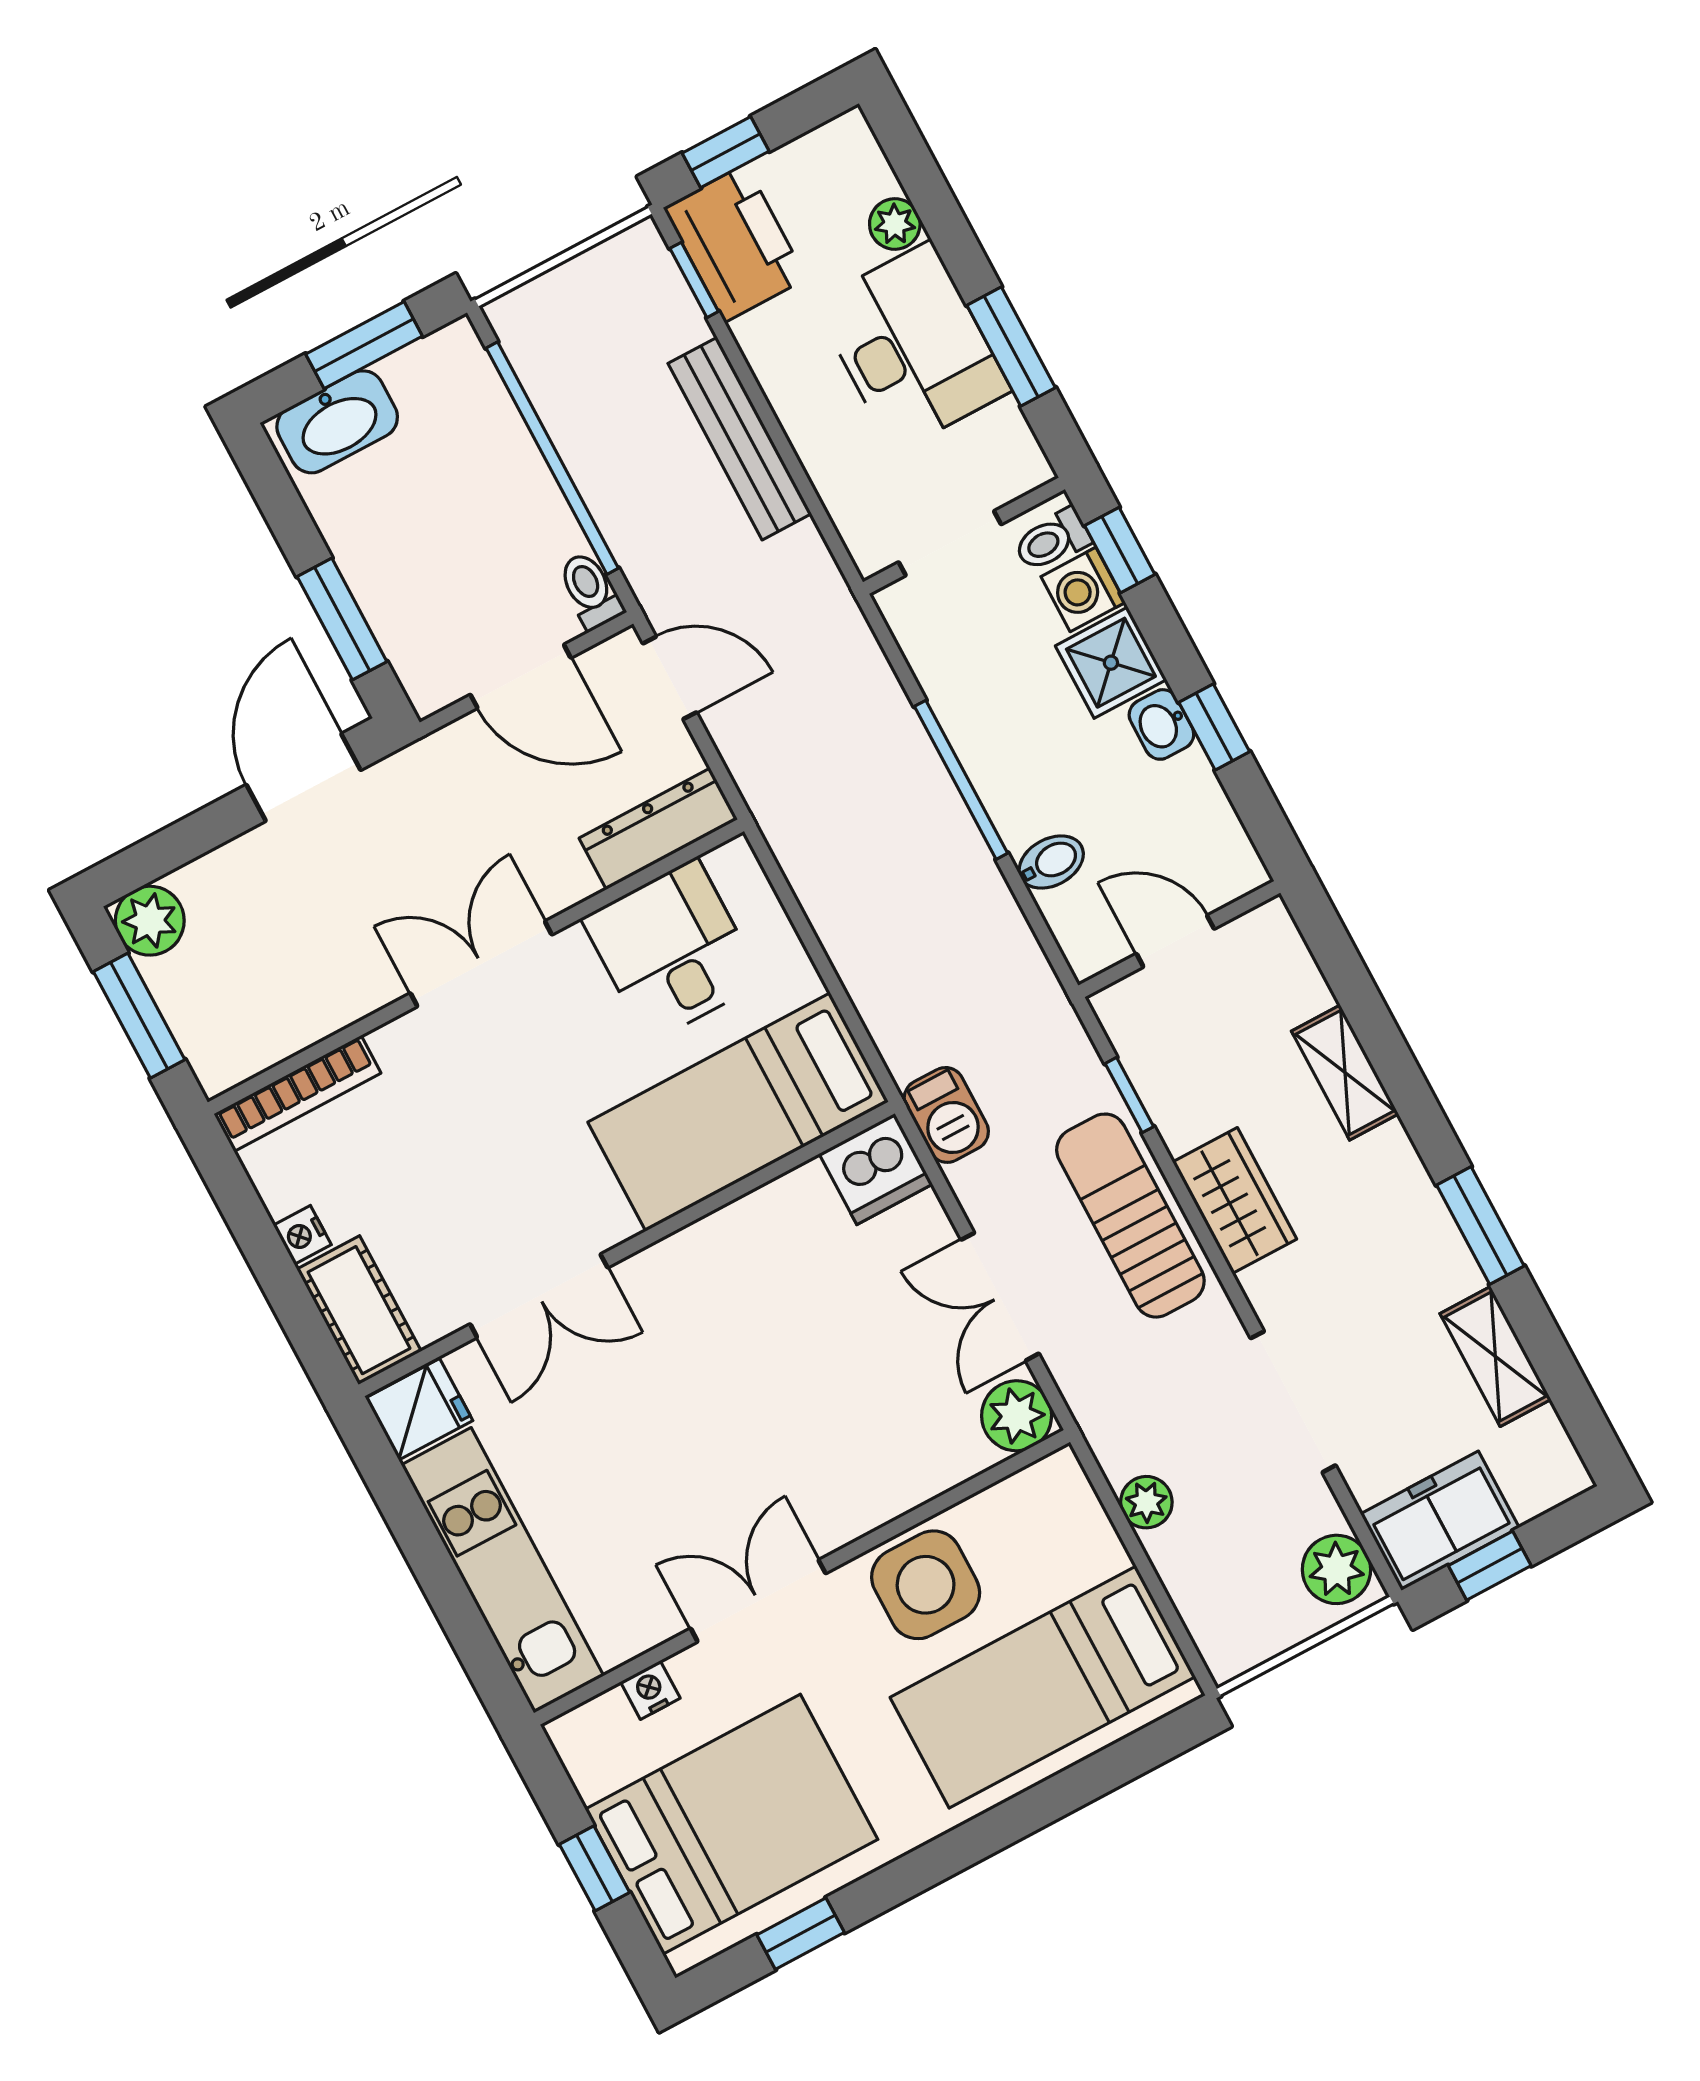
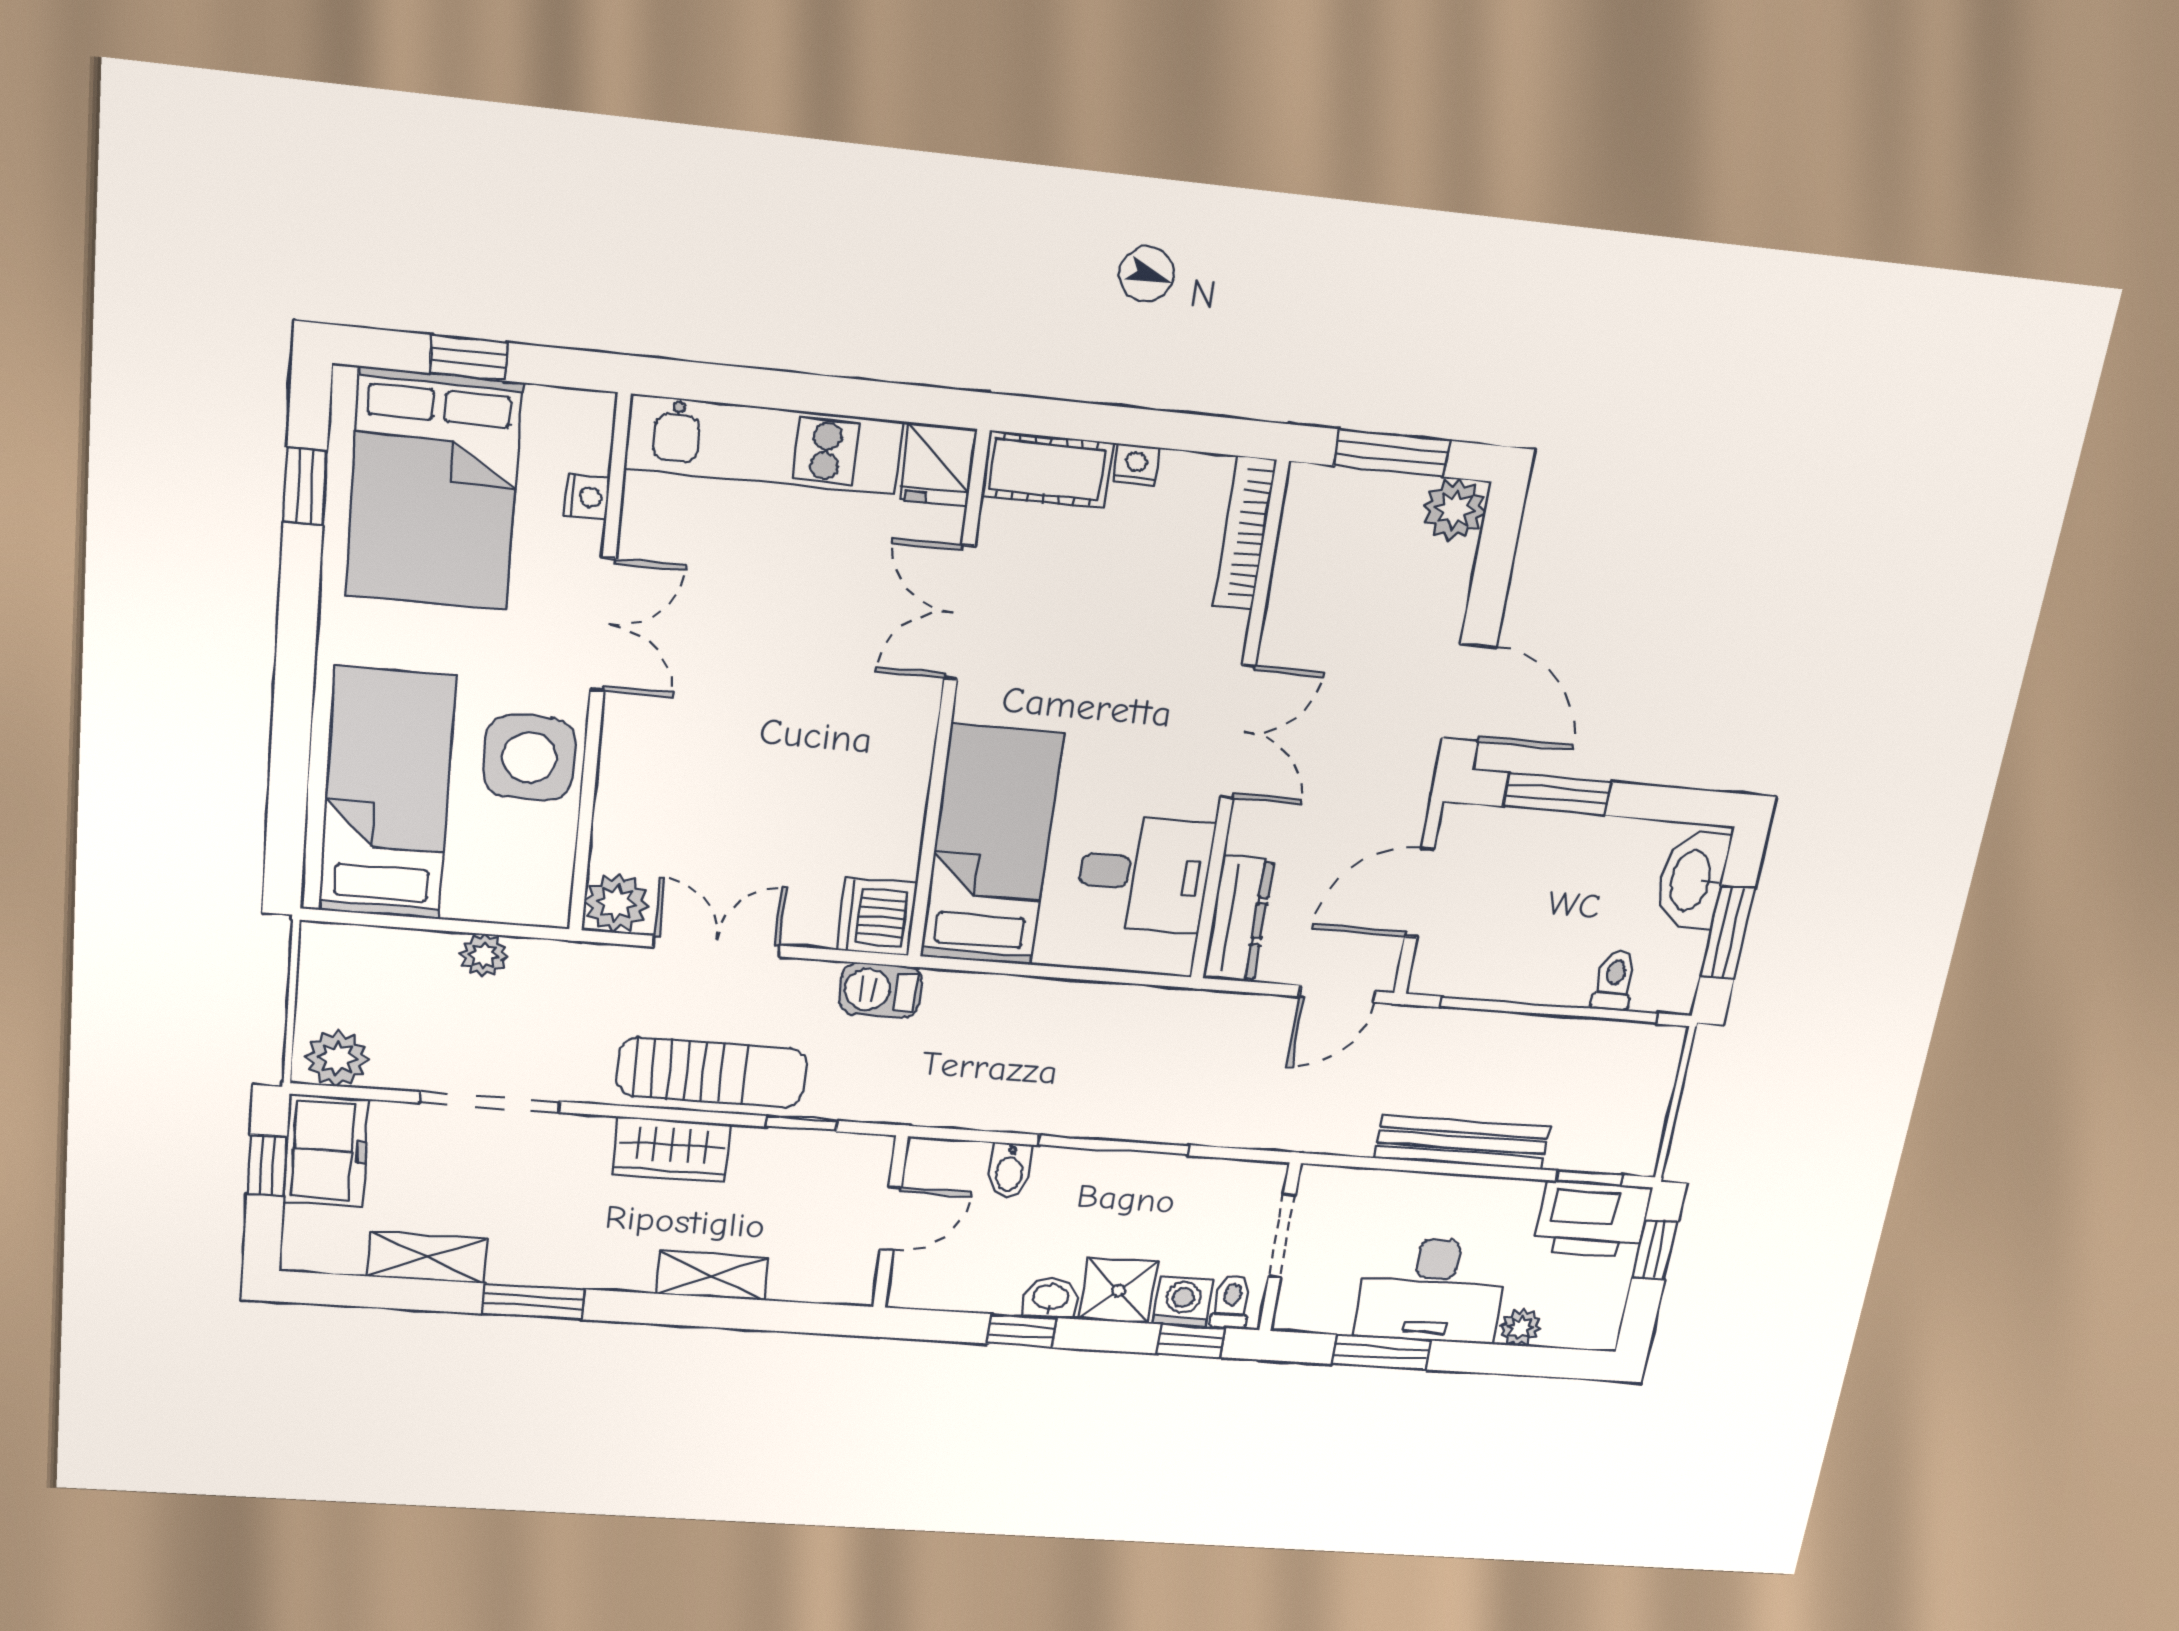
toilet: (590, 590) -> (1614, 981), moved, turned -90

